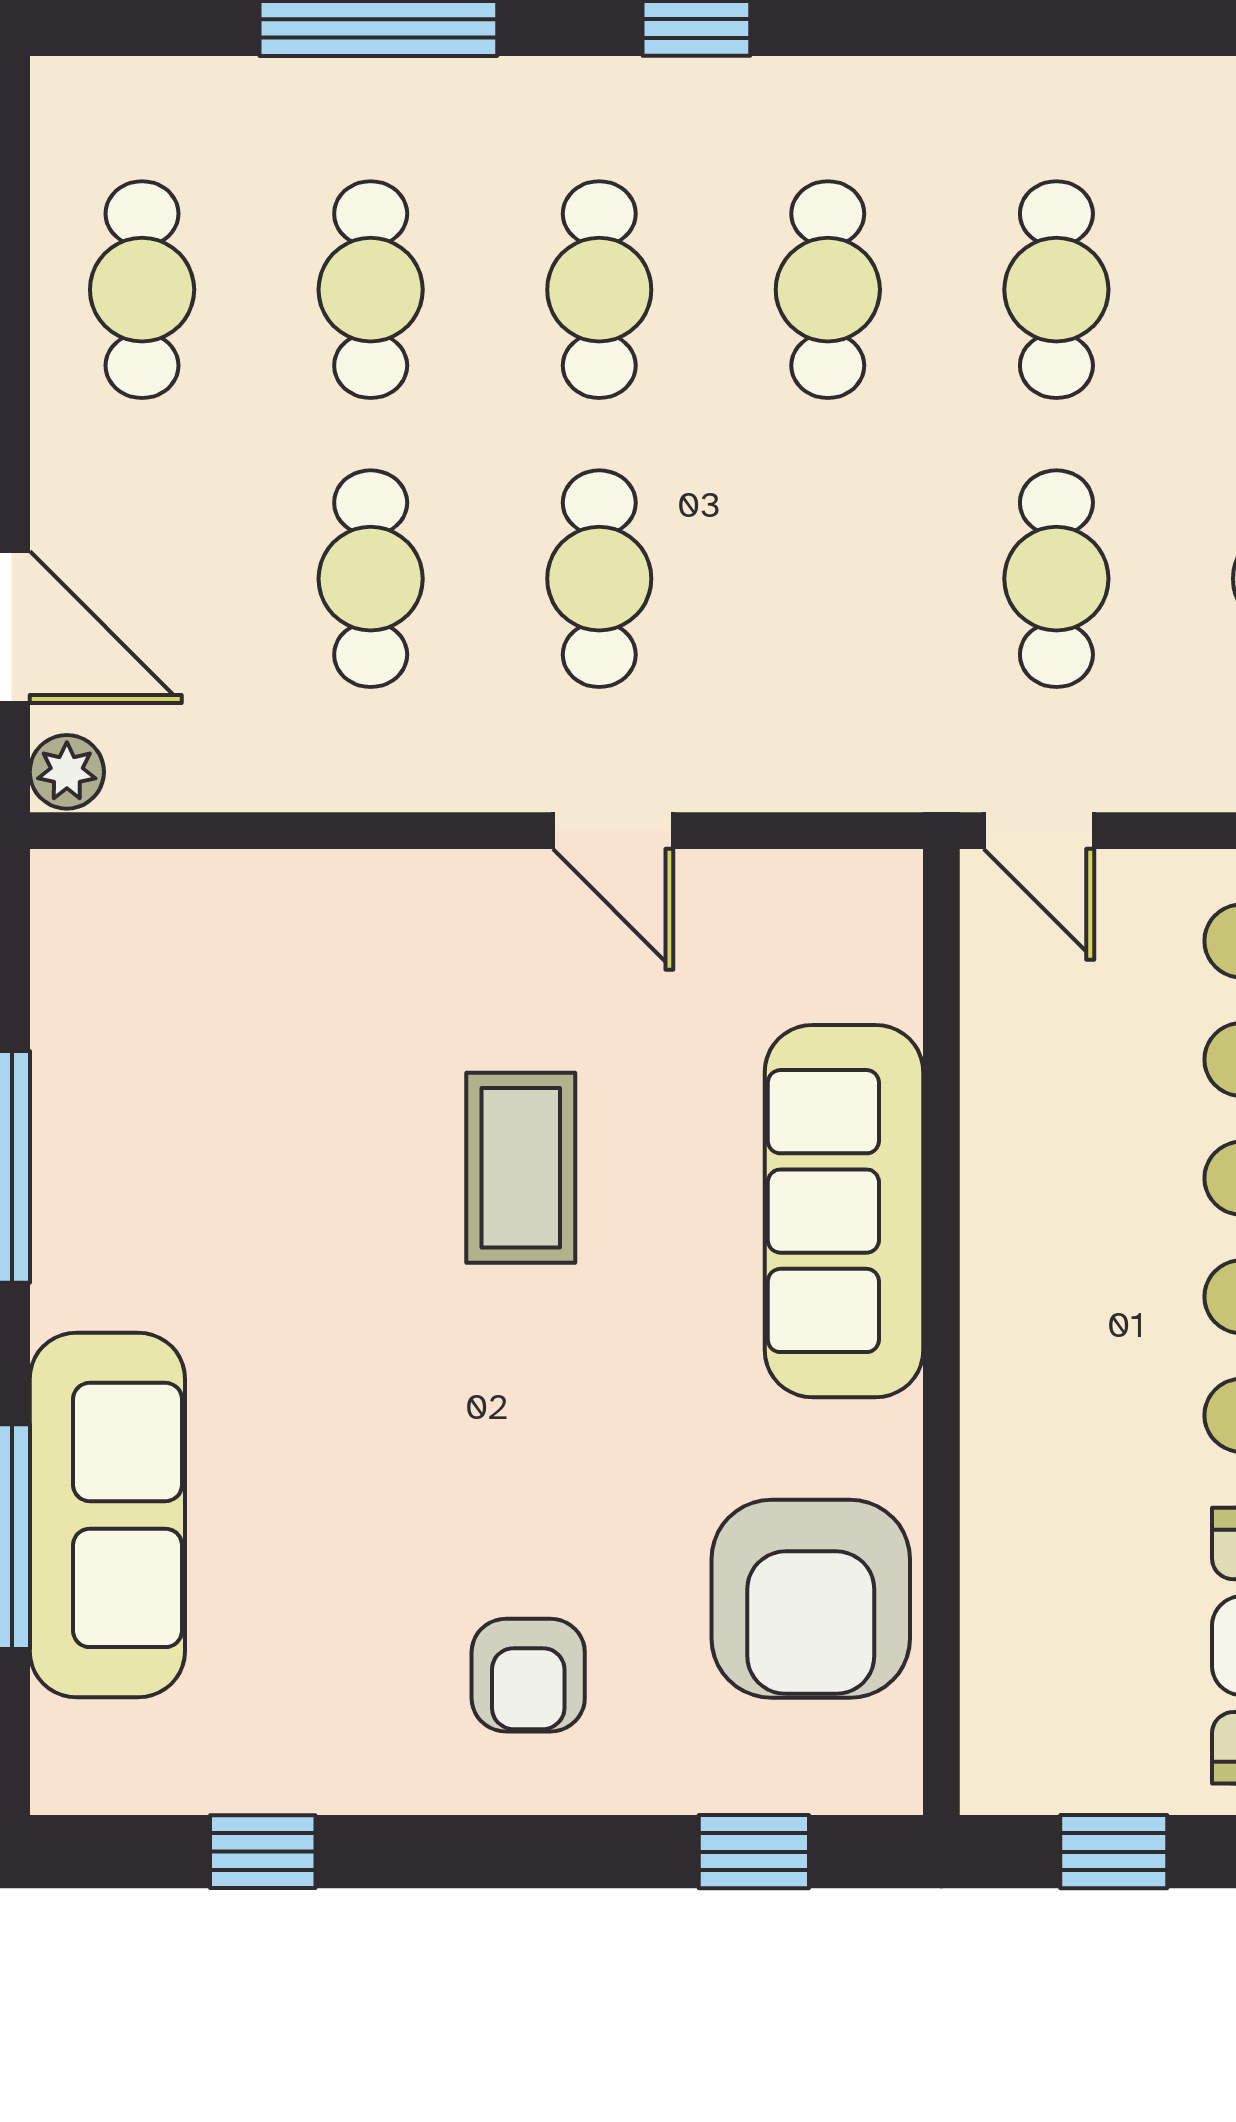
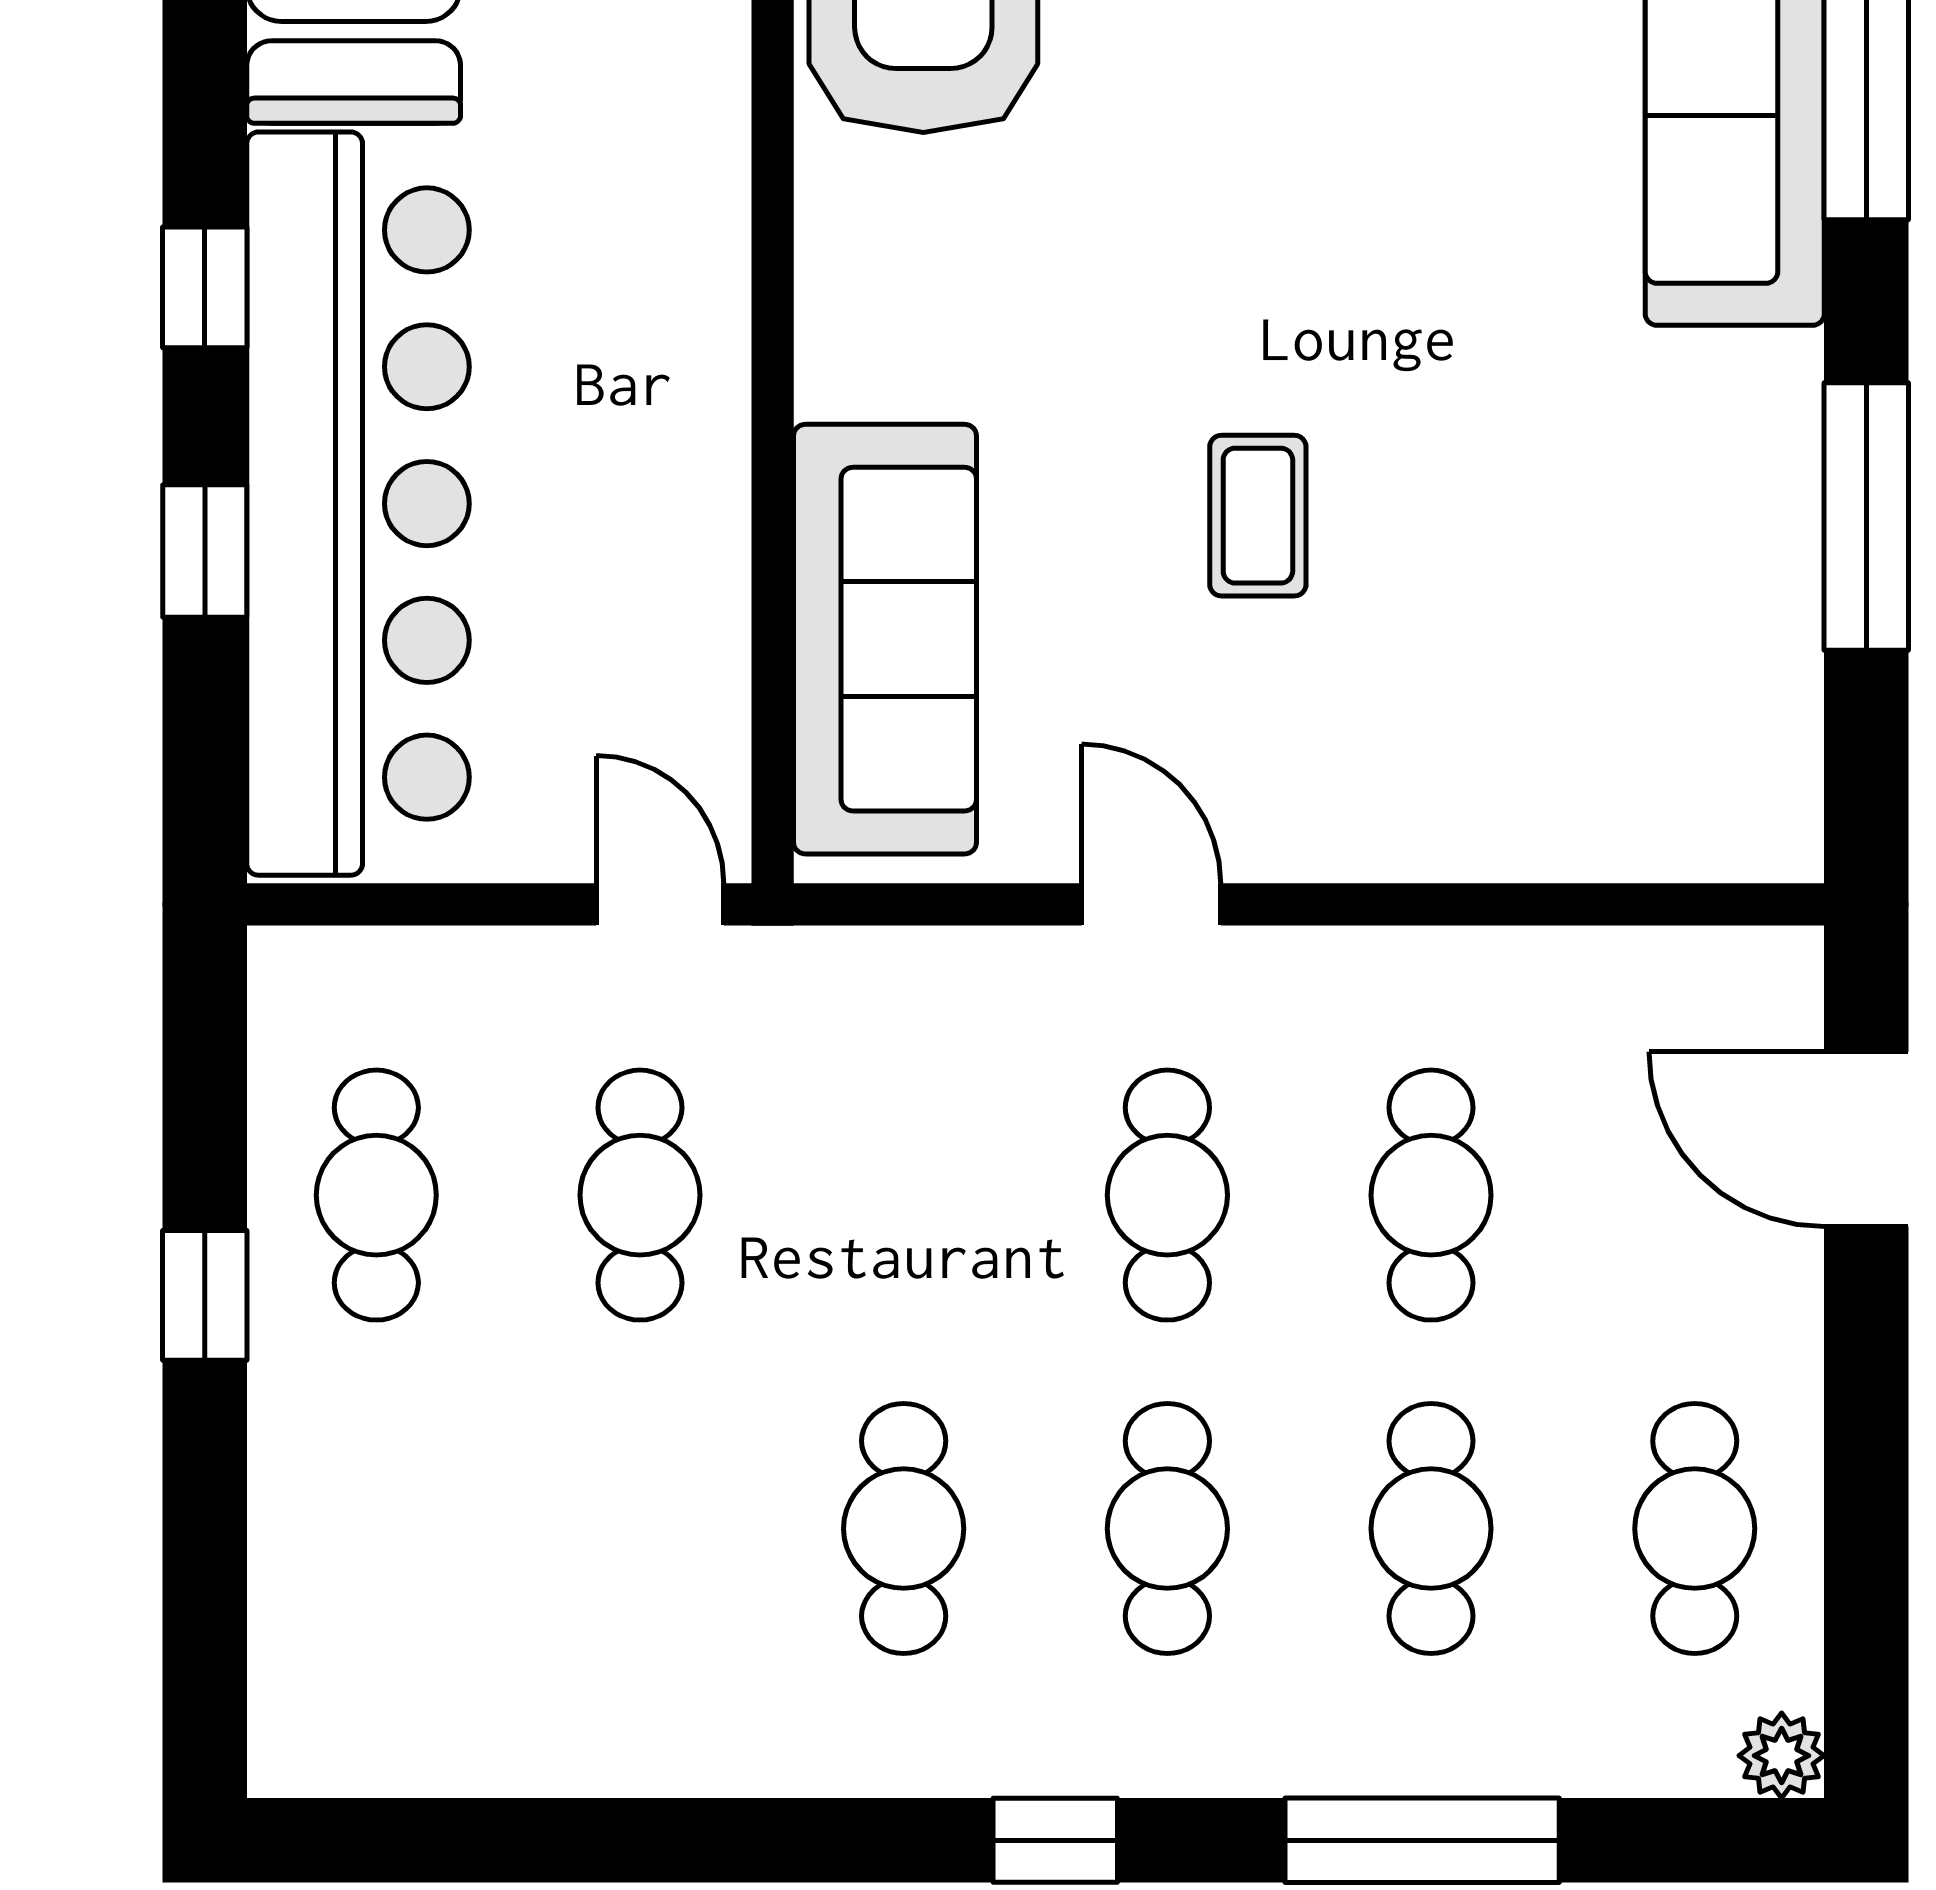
cafe table: (1056, 290) -> (640, 1529), removed
plant: (67, 772) -> (1782, 1756), moved
coffee table: (521, 1168) -> (1258, 516), width x0.73, depth x0.77
sofa: (844, 1211) -> (885, 639), moved

